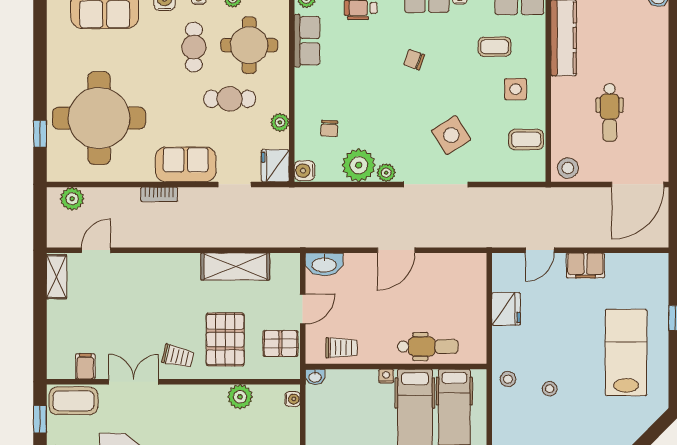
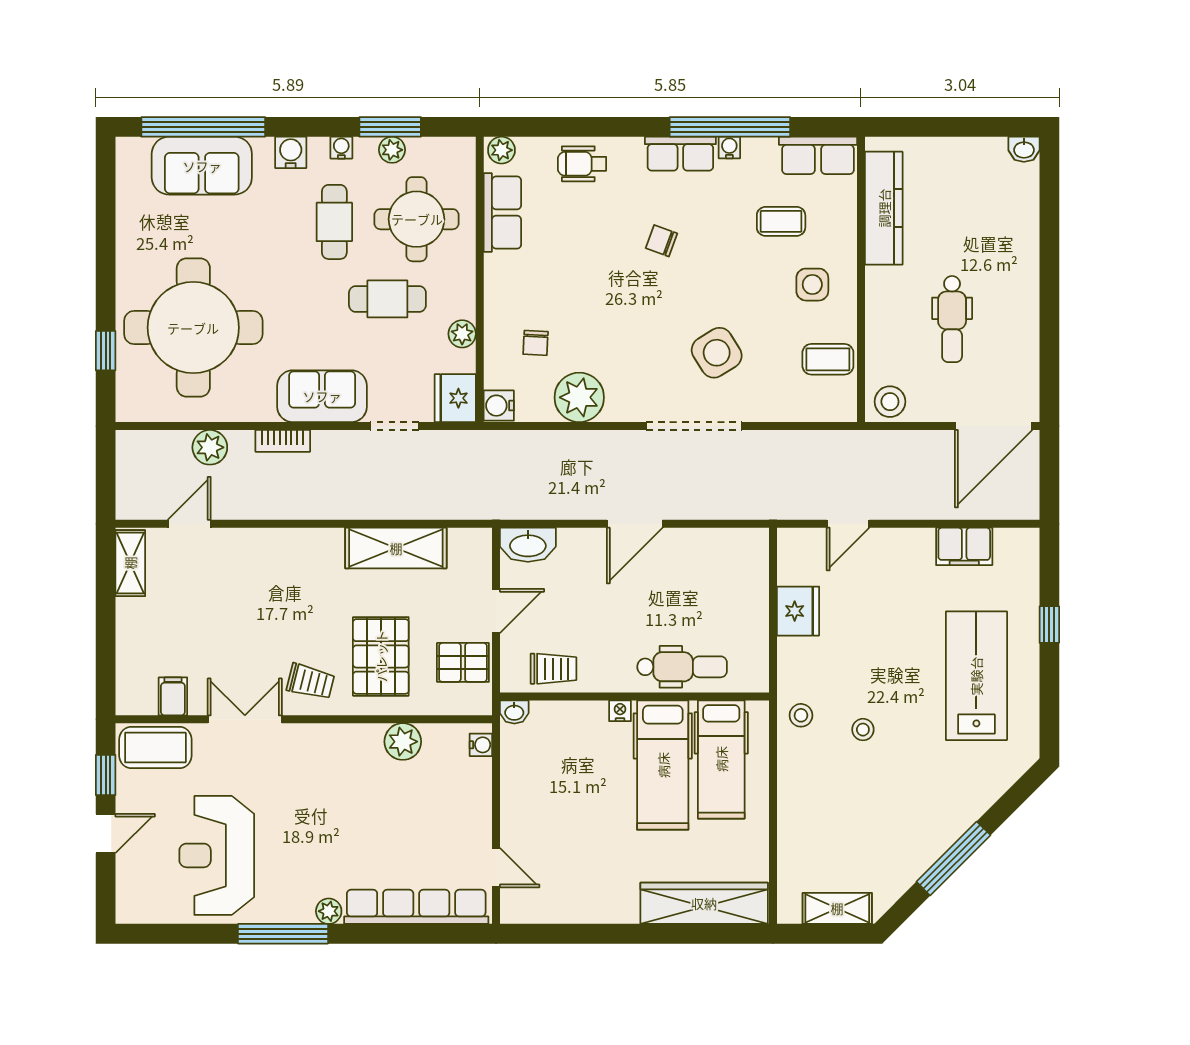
plant: (386, 173) -> (620, 409), removed
plant: (72, 199) -> (210, 447), moved
filing cabinet: (585, 265) -> (964, 546), moved

